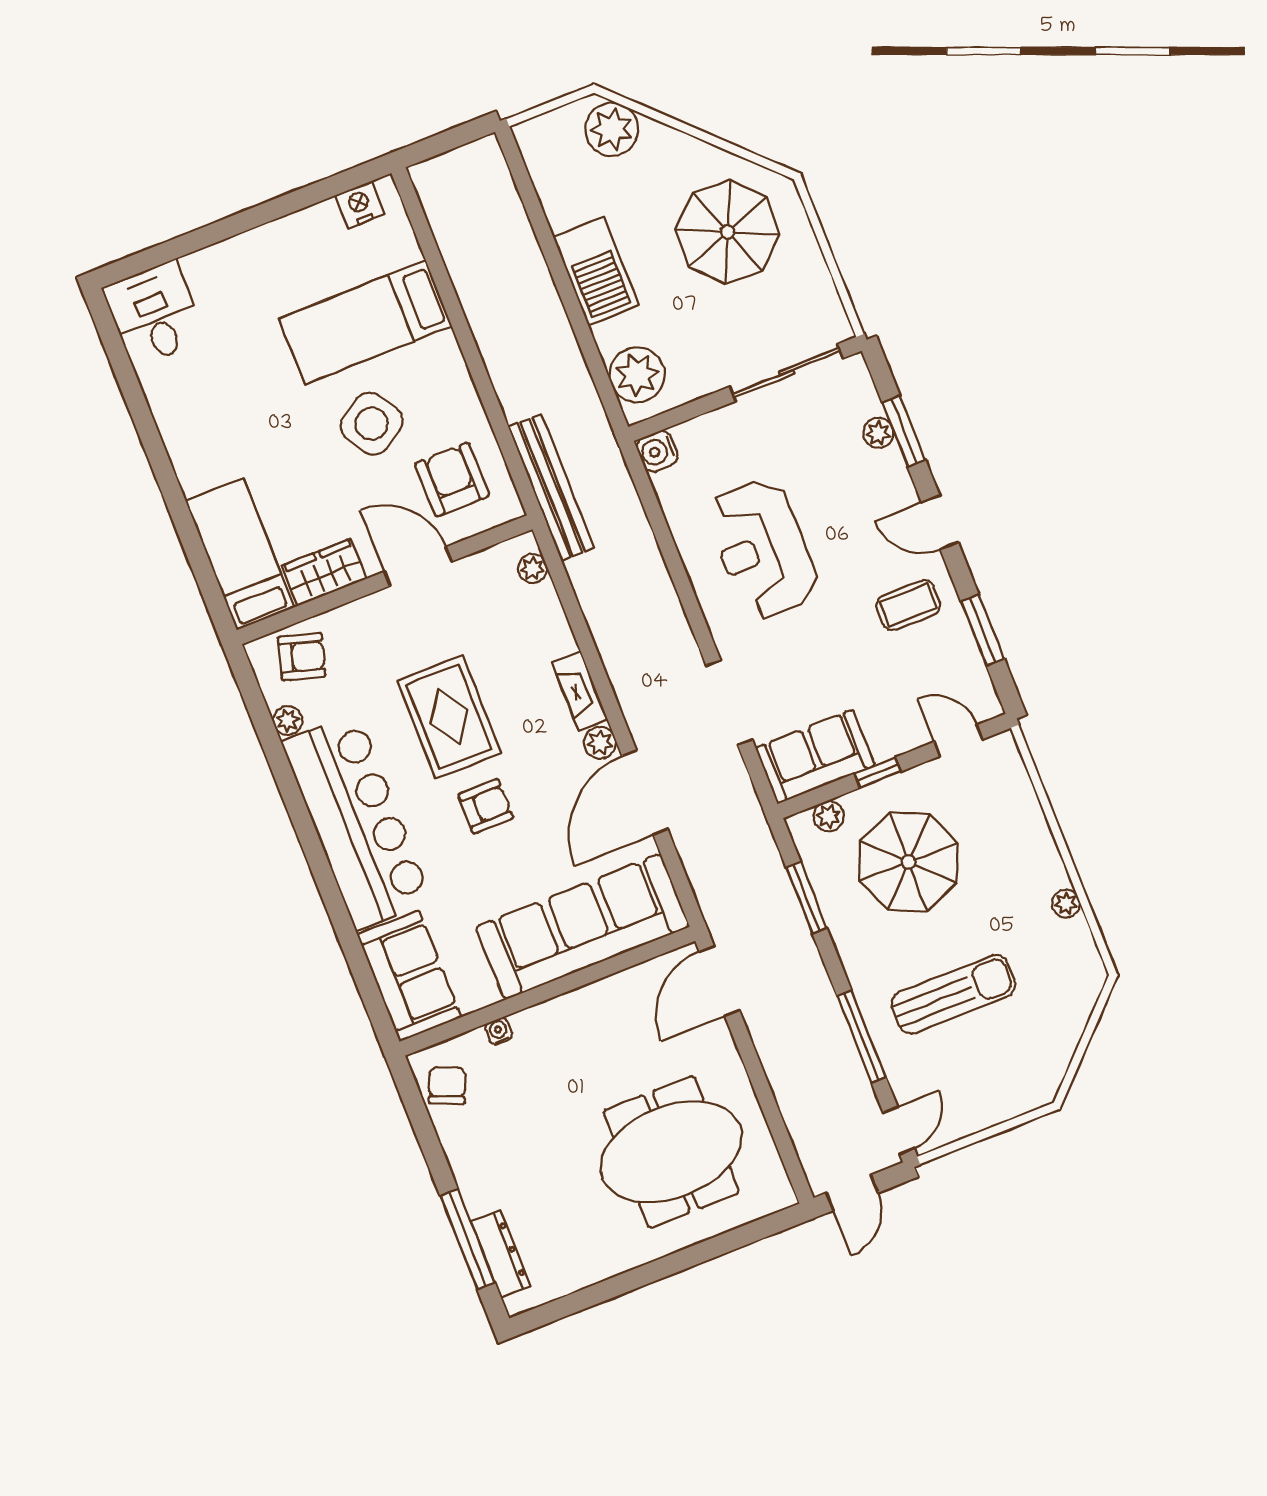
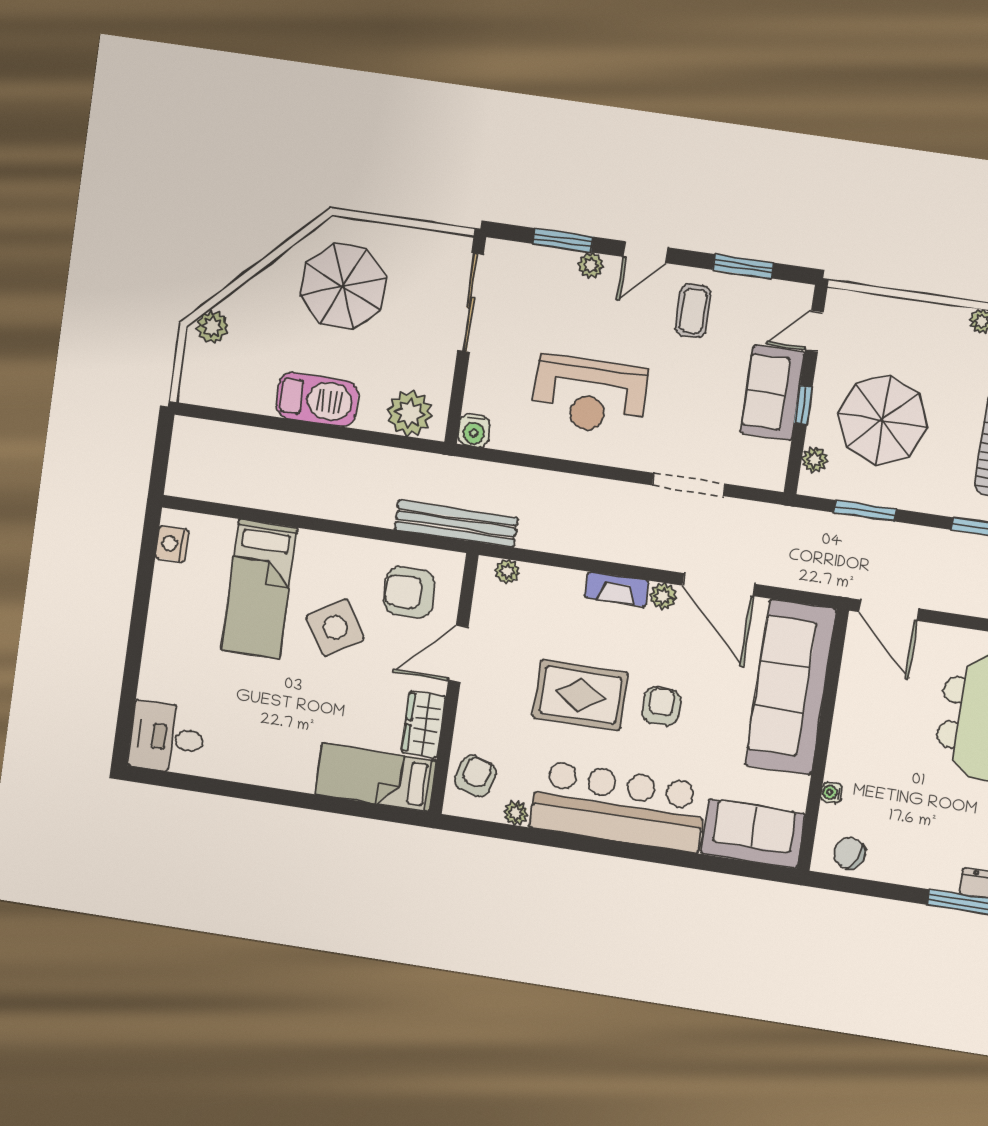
plant: (612, 129) -> (212, 327), width x0.73, depth x0.73
plant: (878, 433) -> (591, 265), moved
sofa: (815, 757) -> (773, 393), moved

